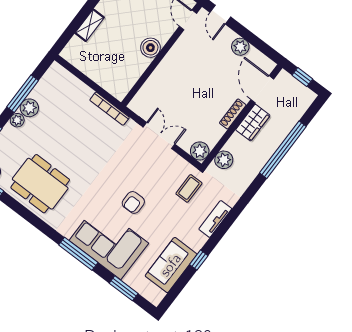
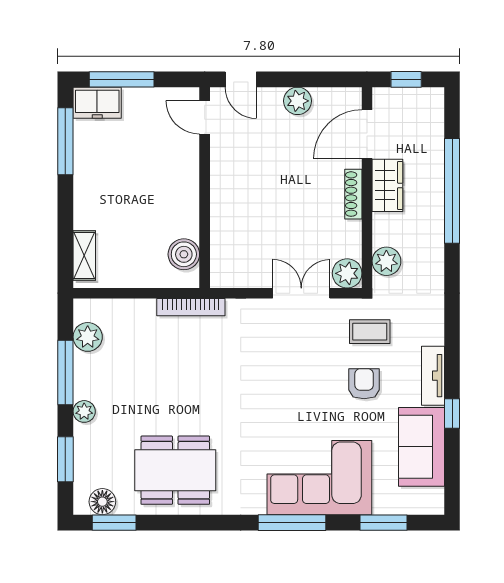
shelving: (90, 25) -> (84, 255), moved
boiler: (150, 48) -> (184, 254), moved
door: (262, 89) -> (367, 134), hinge flipped
plant: (29, 108) -> (88, 337), moved
double door: (159, 136) -> (301, 293), moved
coffee table: (189, 188) -> (370, 332), turned 90
armchair: (133, 202) -> (364, 384), moved, turned 180
tv unit: (215, 219) -> (433, 376), moved

